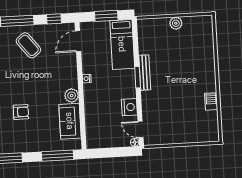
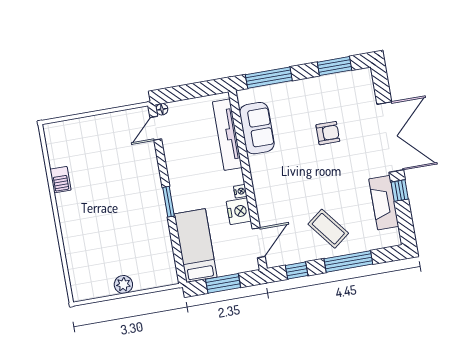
bench: (145, 73) -> (159, 210), removed
plant: (72, 95) -> (259, 165), removed
nightstand: (129, 107) -> (239, 211), moved, turned 180
armchair: (21, 112) -> (328, 133), turned 180
tv unit: (91, 119) -> (227, 135), added
door: (141, 129) -> (156, 128), swing flipped

